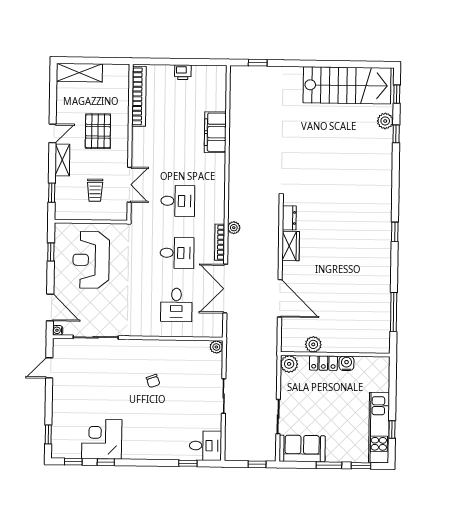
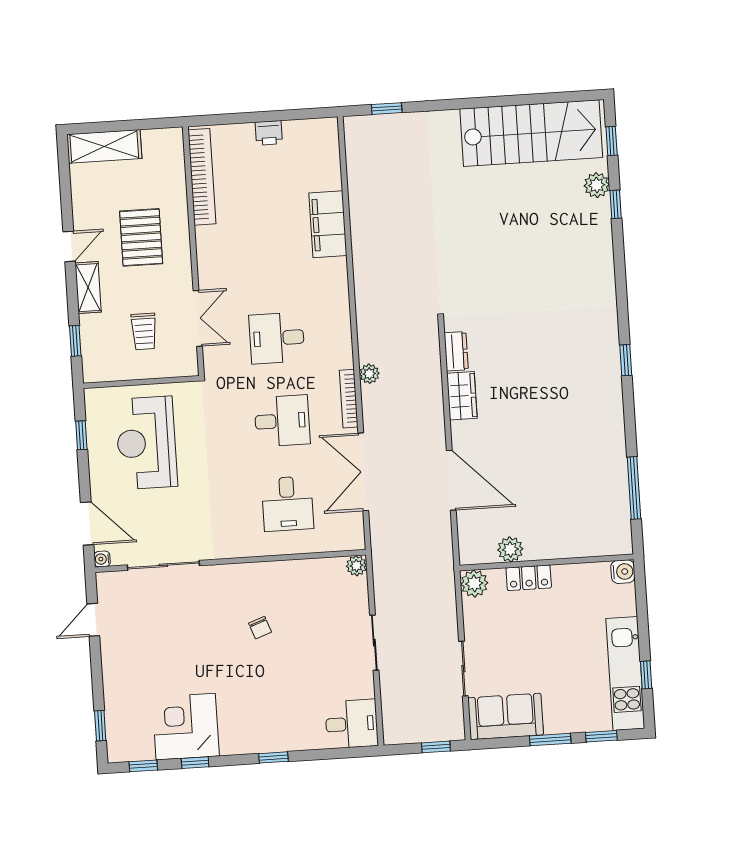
desk: (178, 201) -> (277, 338), turned 180
water cooler: (346, 363) -> (623, 572), moved, turned 90
window: (188, 463) -> (273, 757), moved

